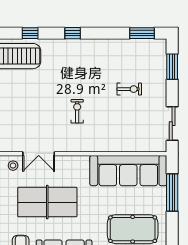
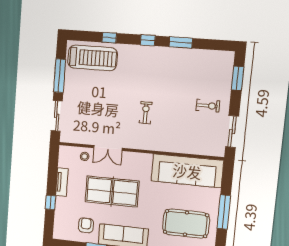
window: (142, 33) -> (181, 42), moved
exercise bike: (129, 89) -> (208, 106), moved
window: (172, 192) -> (224, 212), moved

